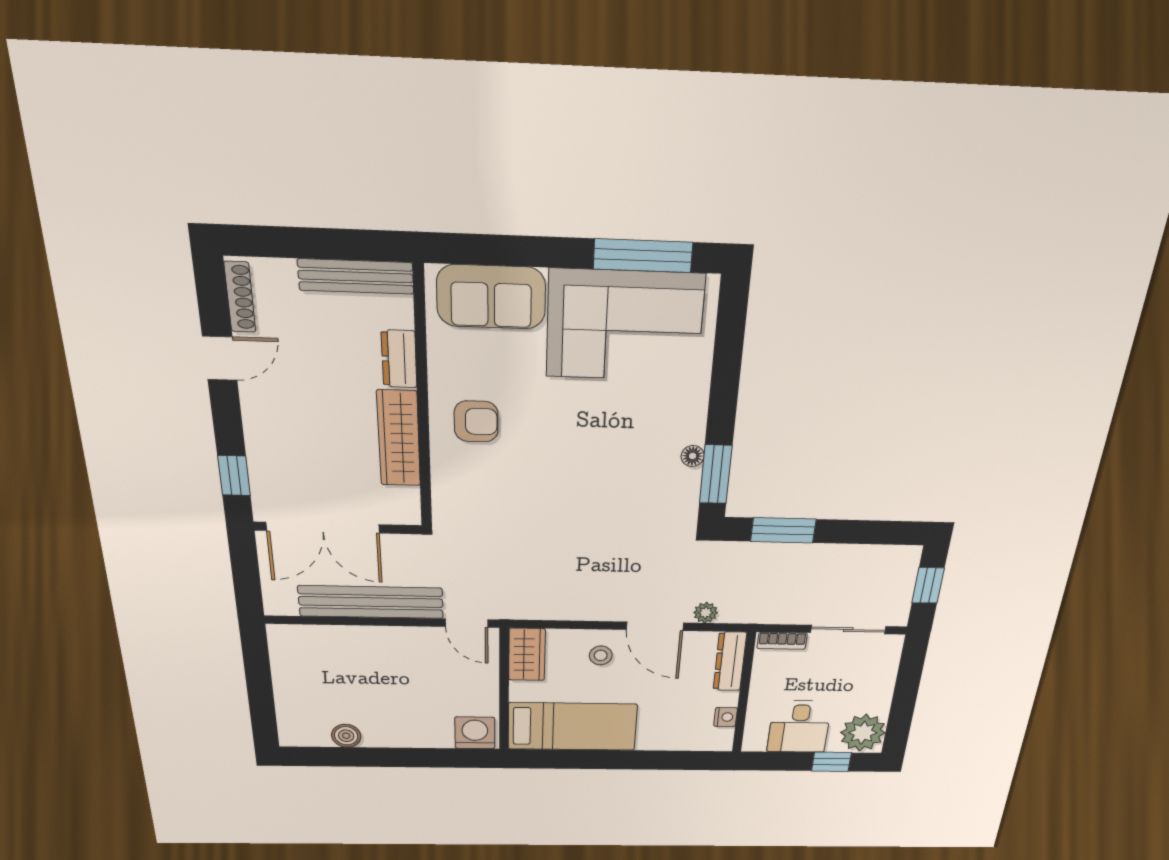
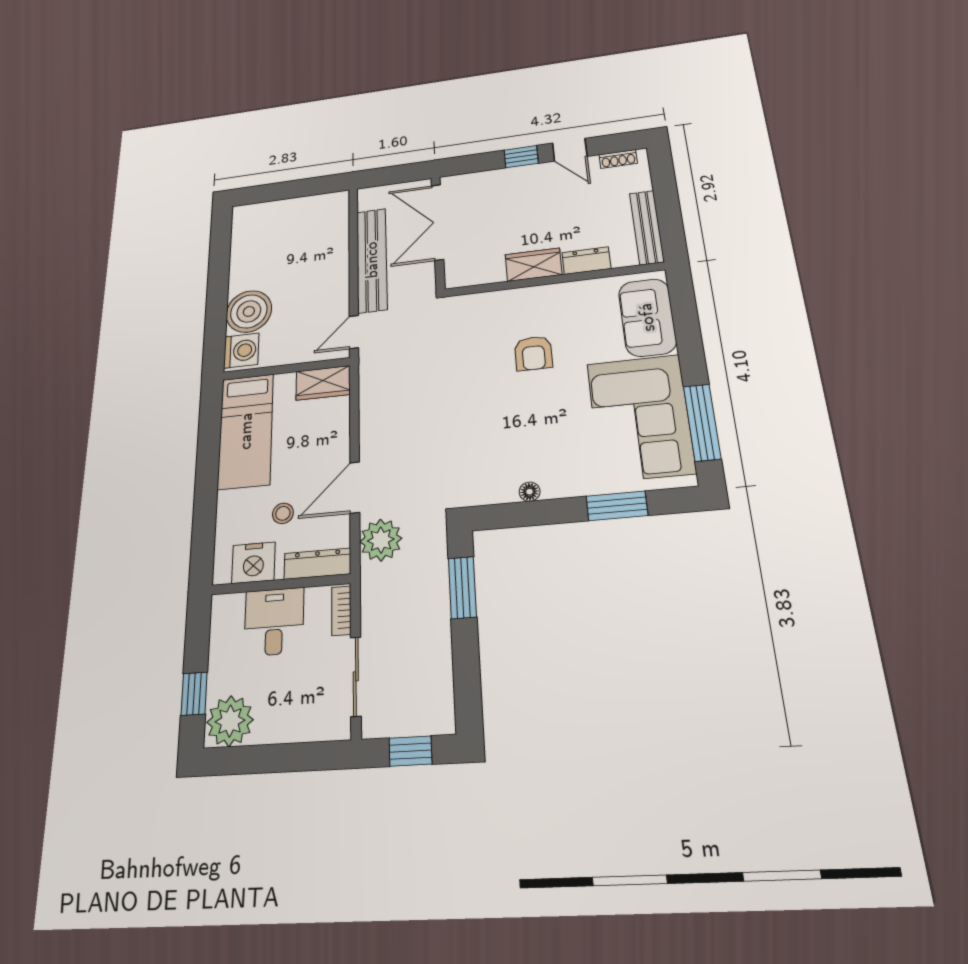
shoe rack: (240, 297) -> (618, 159), width x0.70
armchair: (476, 421) -> (533, 353), moved
wardrobe: (399, 438) -> (533, 265), width x0.67
window: (716, 474) -> (617, 506), moved
window: (234, 475) -> (521, 157), moved
plant: (706, 613) -> (381, 540), width x1.87, depth x1.87
stool: (601, 655) -> (283, 513), moved
nightstand: (726, 717) -> (253, 563), width x1.89, depth x1.79
desk: (799, 727) -> (274, 622), moved, turned 90
boiler: (346, 736) -> (249, 311), moved, width x1.86, depth x1.86

